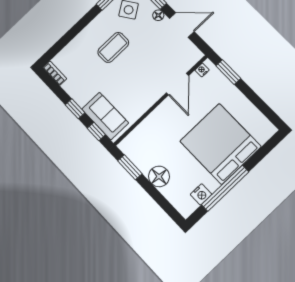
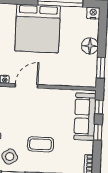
sofa: (105, 116) -> (85, 117), width x1.36
nightstand: (201, 194) -> (93, 13), moved

